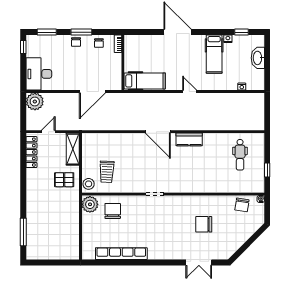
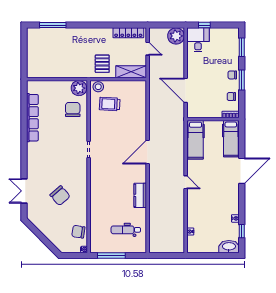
window: (23, 47) -> (204, 25), moved
hospital bed: (214, 54) -> (231, 139), moved, turned -90
washbasin: (258, 58) -> (229, 247), moved
desk: (39, 74) -> (198, 40), width x0.73
door: (190, 91) -> (186, 182), hinge flipped
kitchen counter: (189, 139) -> (140, 195), moved
window: (267, 170) -> (111, 255), width x2.17
chair: (113, 211) -> (73, 110), turned -90
chair: (204, 224) -> (60, 196), turned 139

